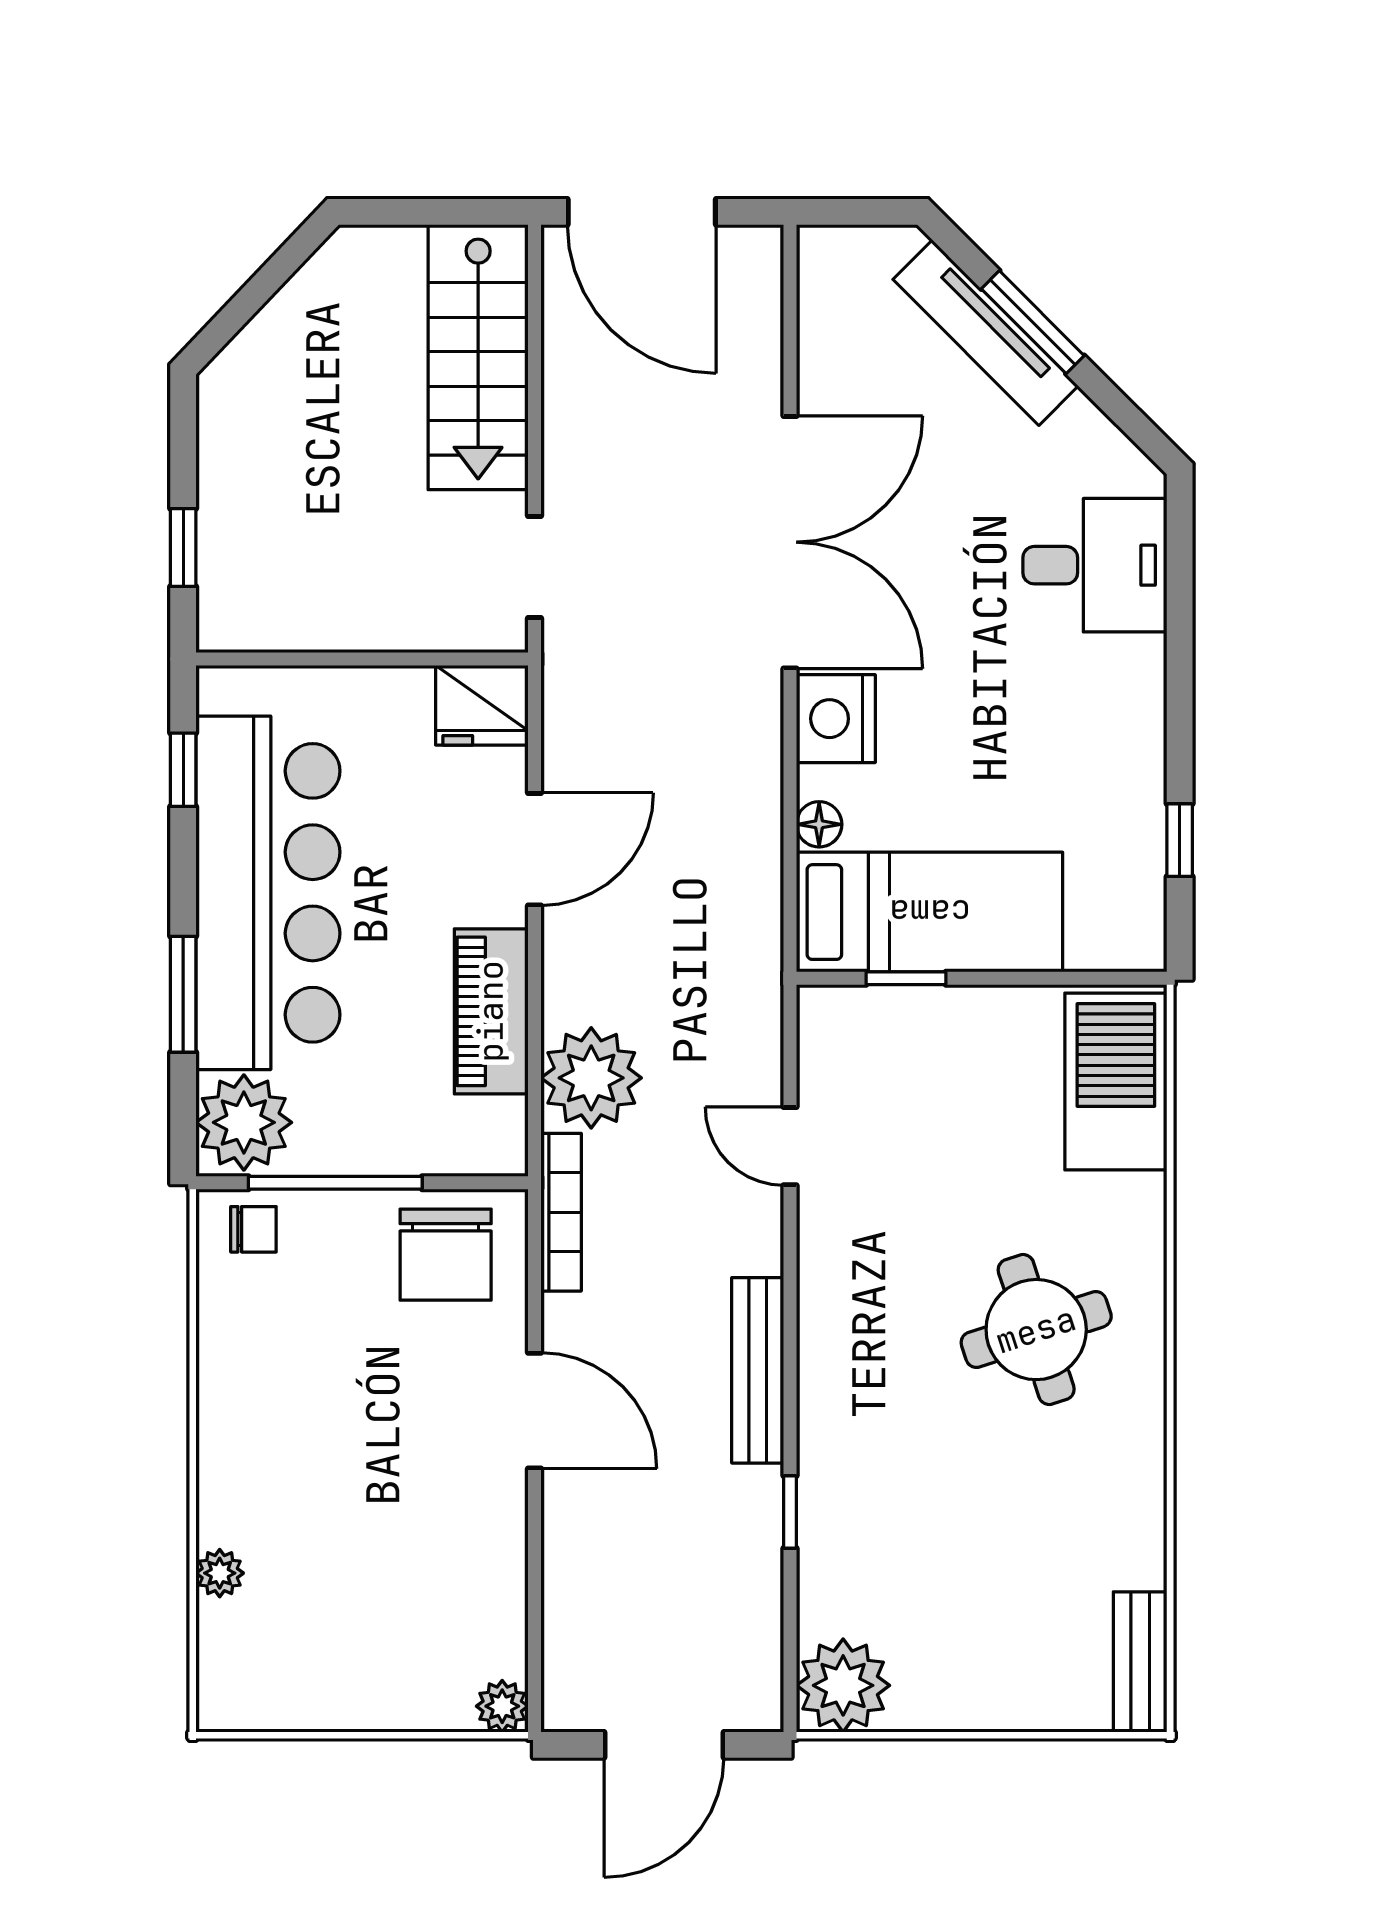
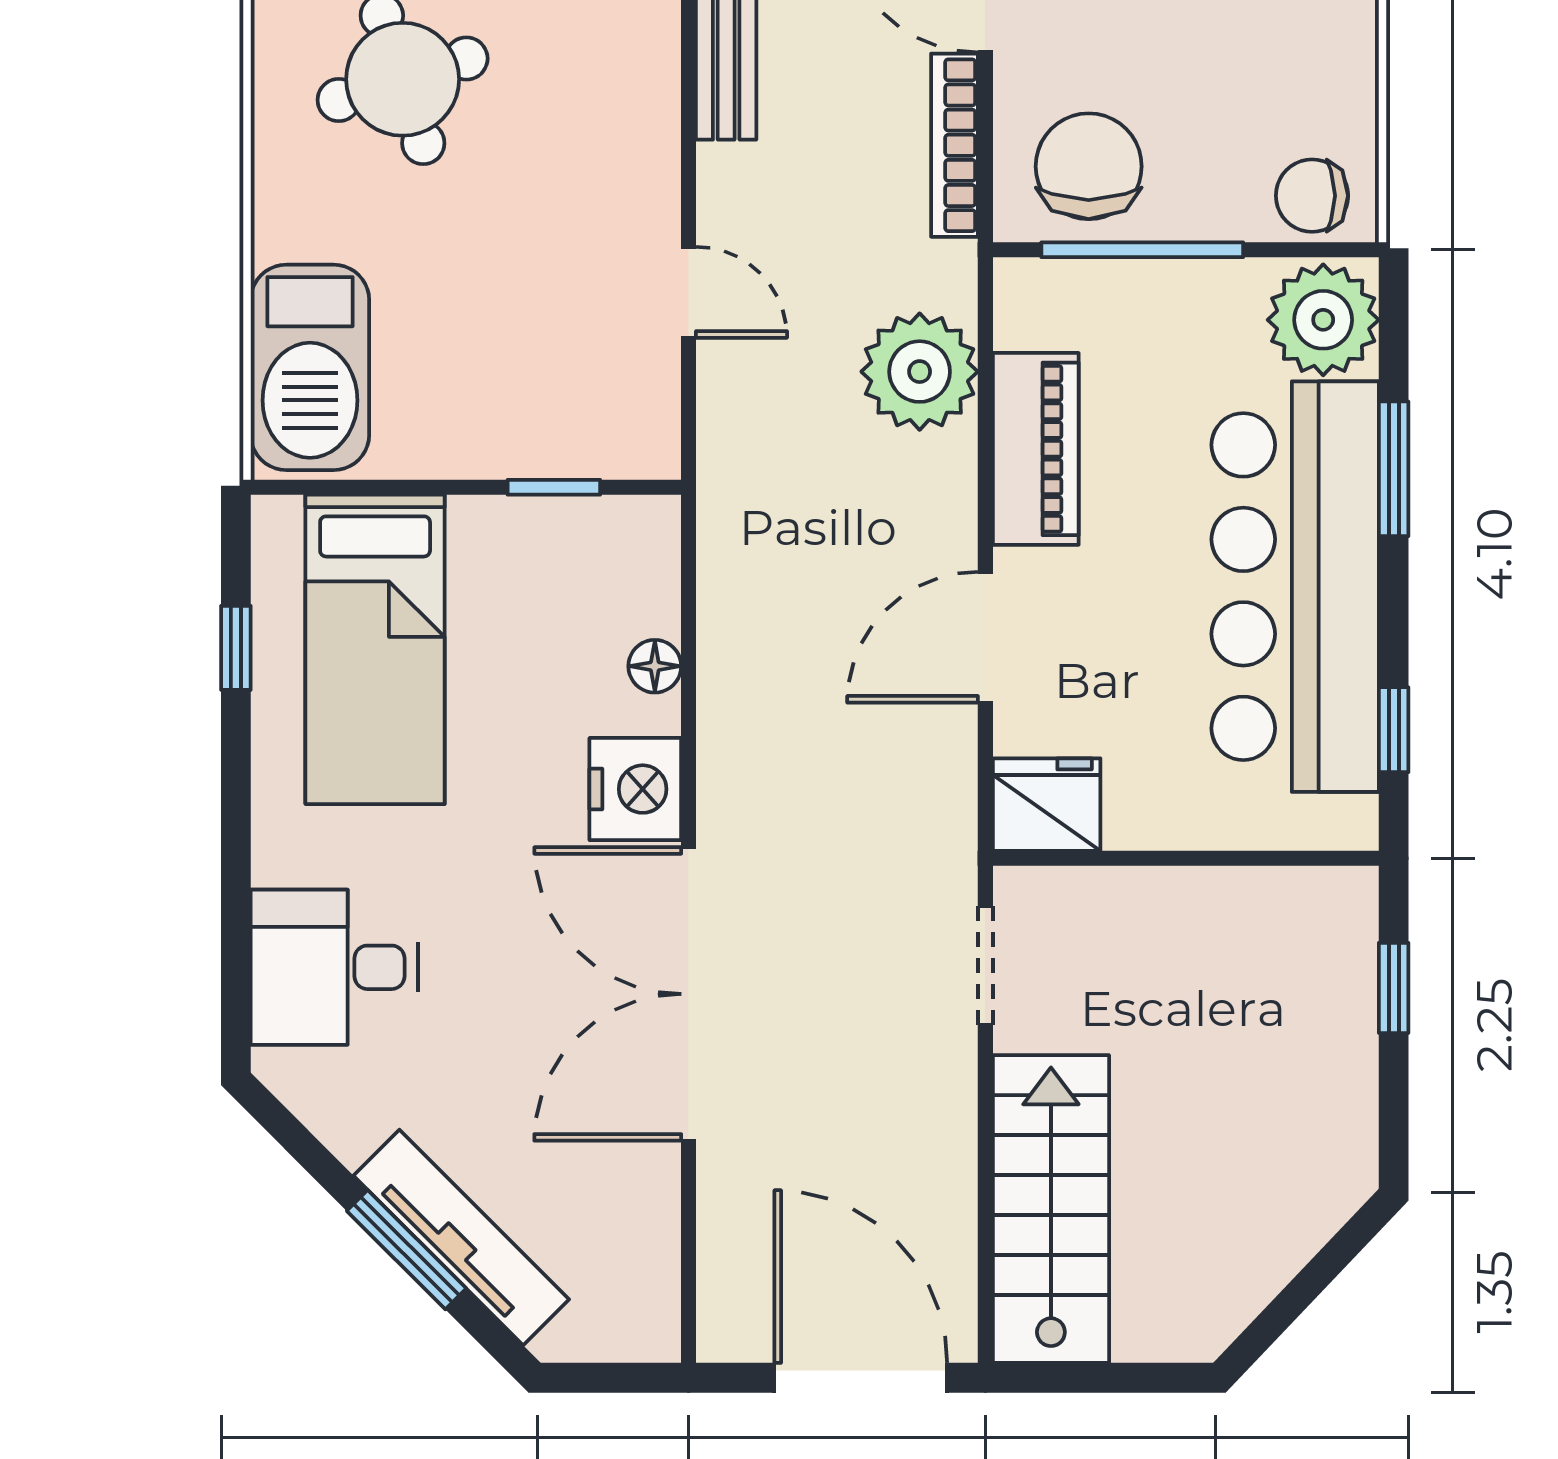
bed: (930, 912) -> (375, 649), moved, turned -90
window: (335, 1183) -> (1142, 250), moved
bookcase: (561, 1212) -> (955, 145), moved
chair: (253, 1229) -> (1312, 196), width x1.37, depth x1.37

